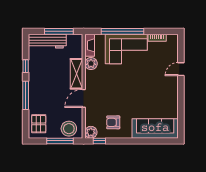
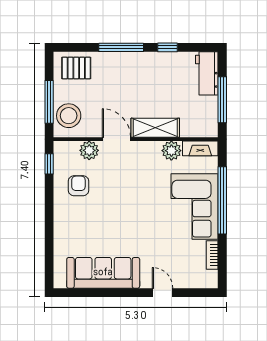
workbench: (47, 41) -> (207, 73), width x0.73
sofa: (155, 128) -> (103, 273), moved, turned -90
plant: (91, 132) -> (89, 150), moved

